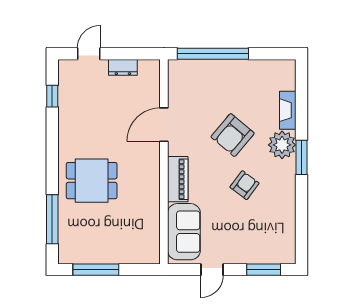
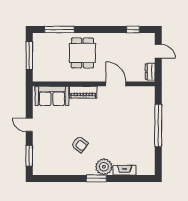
door: (164, 125) -> (116, 84), moved
armchair: (233, 135) -> (110, 137), removed
wall: (164, 162) -> (94, 84), moved
piano: (178, 179) -> (83, 92), moved
sofa: (184, 232) -> (52, 96), moved

